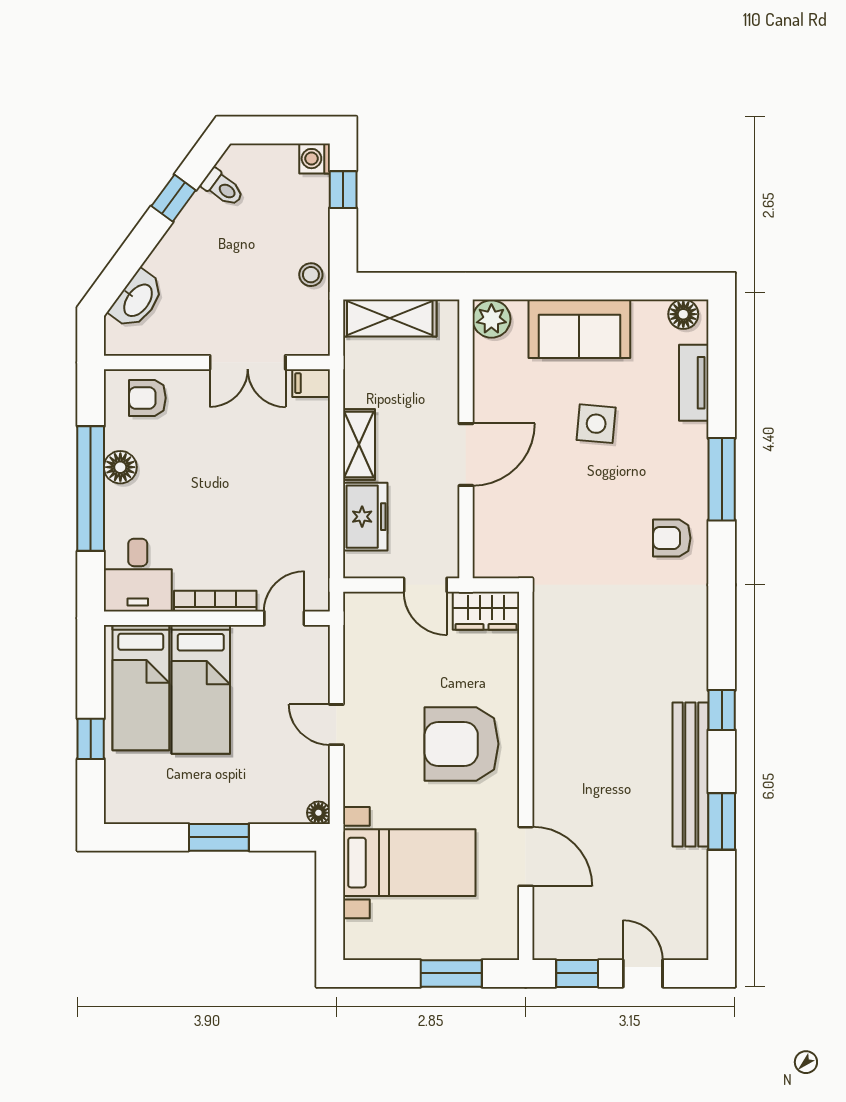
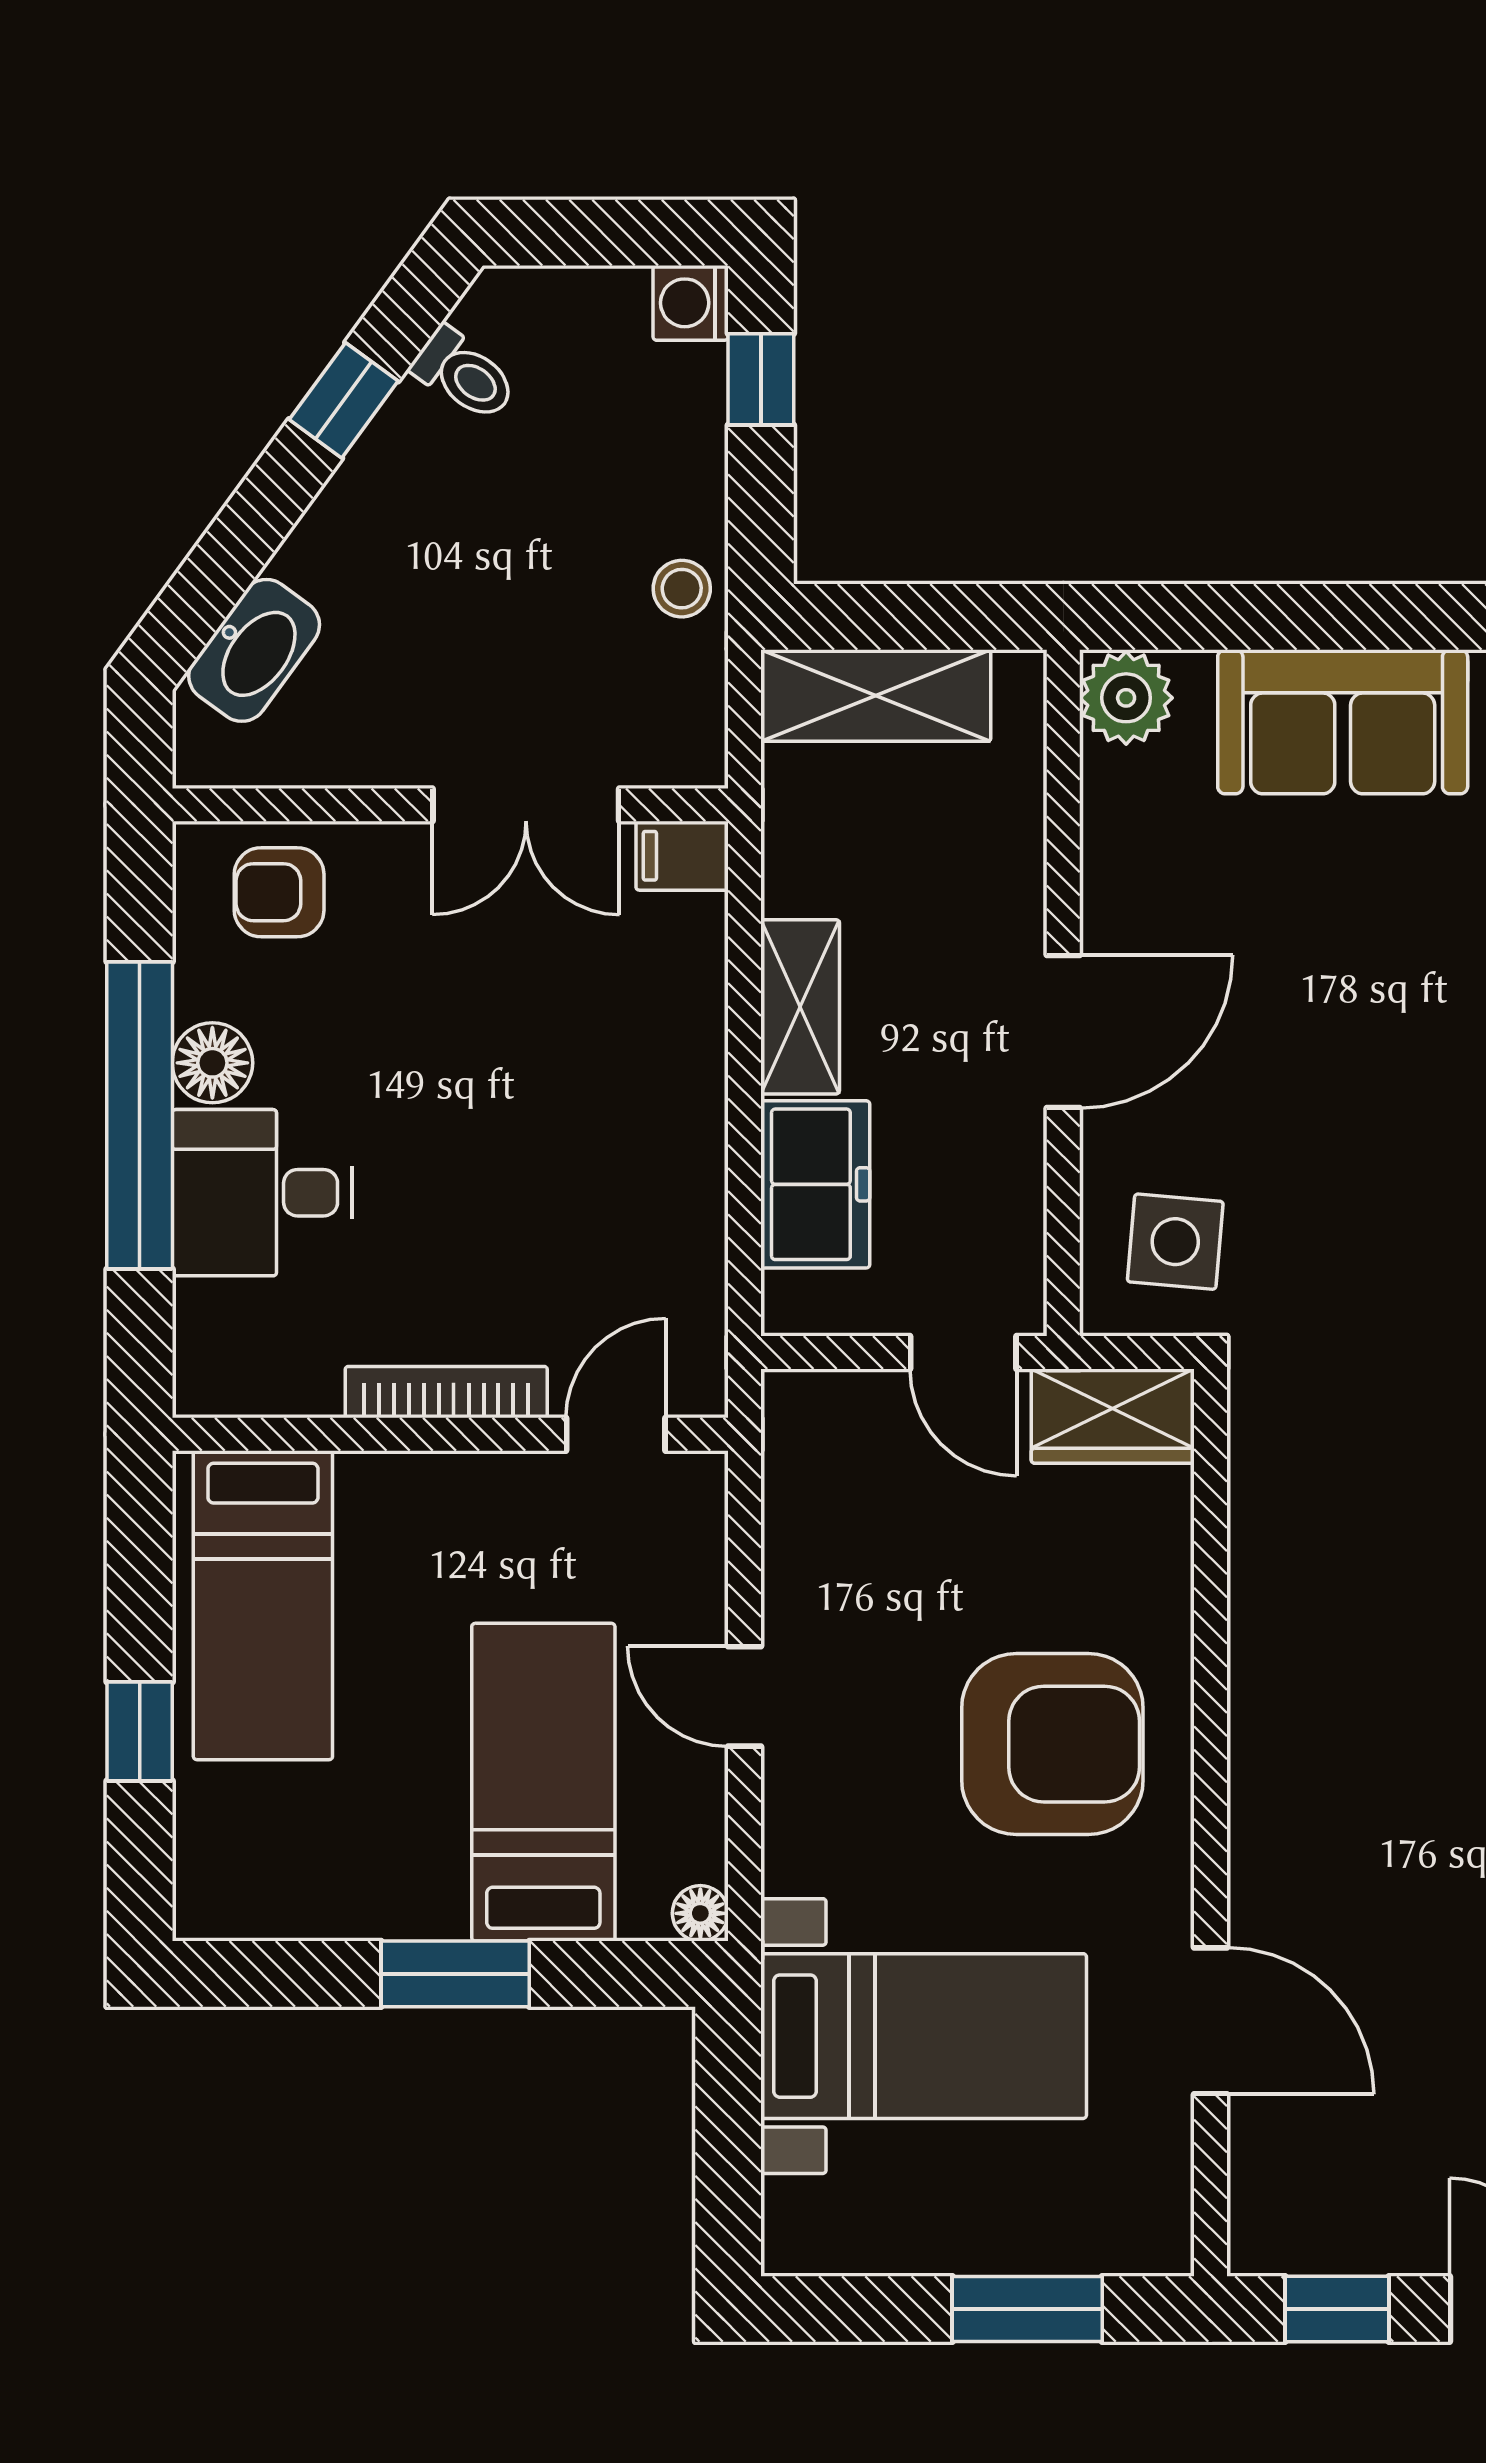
side table: (596, 424) -> (1175, 1242), moved
desk: (138, 575) -> (262, 1193), moved, turned 90
bed: (201, 689) -> (543, 1782), moved, turned 180
armchair: (461, 744) -> (1052, 1744), turned 180

